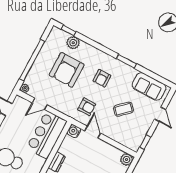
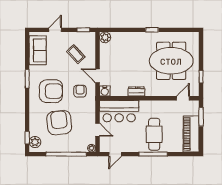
plant: (73, 43) -> (35, 142), moved
armchair: (67, 70) -> (59, 123), turned -96
armchair: (102, 78) -> (51, 91), width x1.88, depth x1.88
coffee table: (123, 109) -> (76, 54), moved
door: (93, 132) -> (98, 76), hinge flipped

